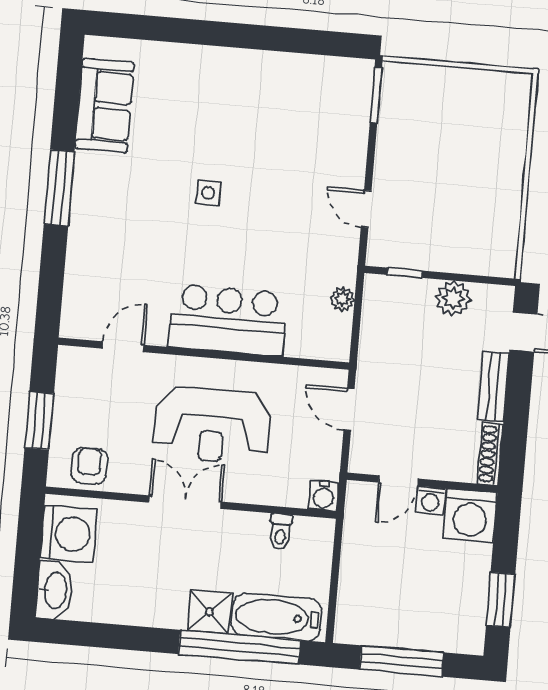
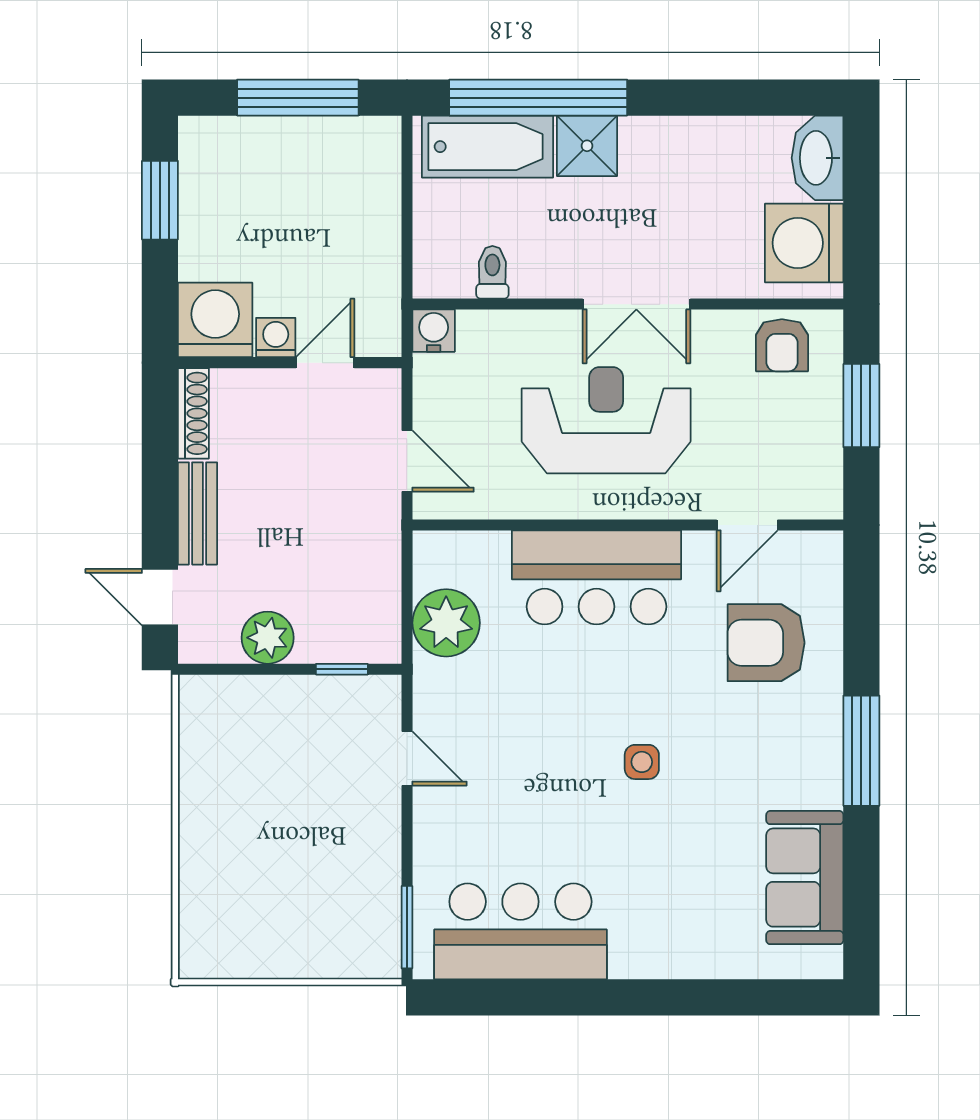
bar counter: (300, 86) -> (520, 931), added
armchair: (117, 266) -> (766, 643), added
plant: (343, 299) -> (446, 623), width x1.88, depth x1.88

